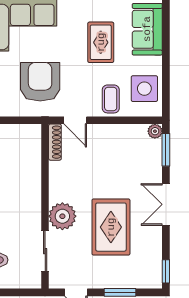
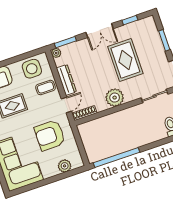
dresser: (111, 133) -> (66, 80), added
plant: (62, 216) -> (115, 98), moved
rug: (111, 227) -> (125, 60), turned 90
window: (166, 271) -> (130, 20), moved

